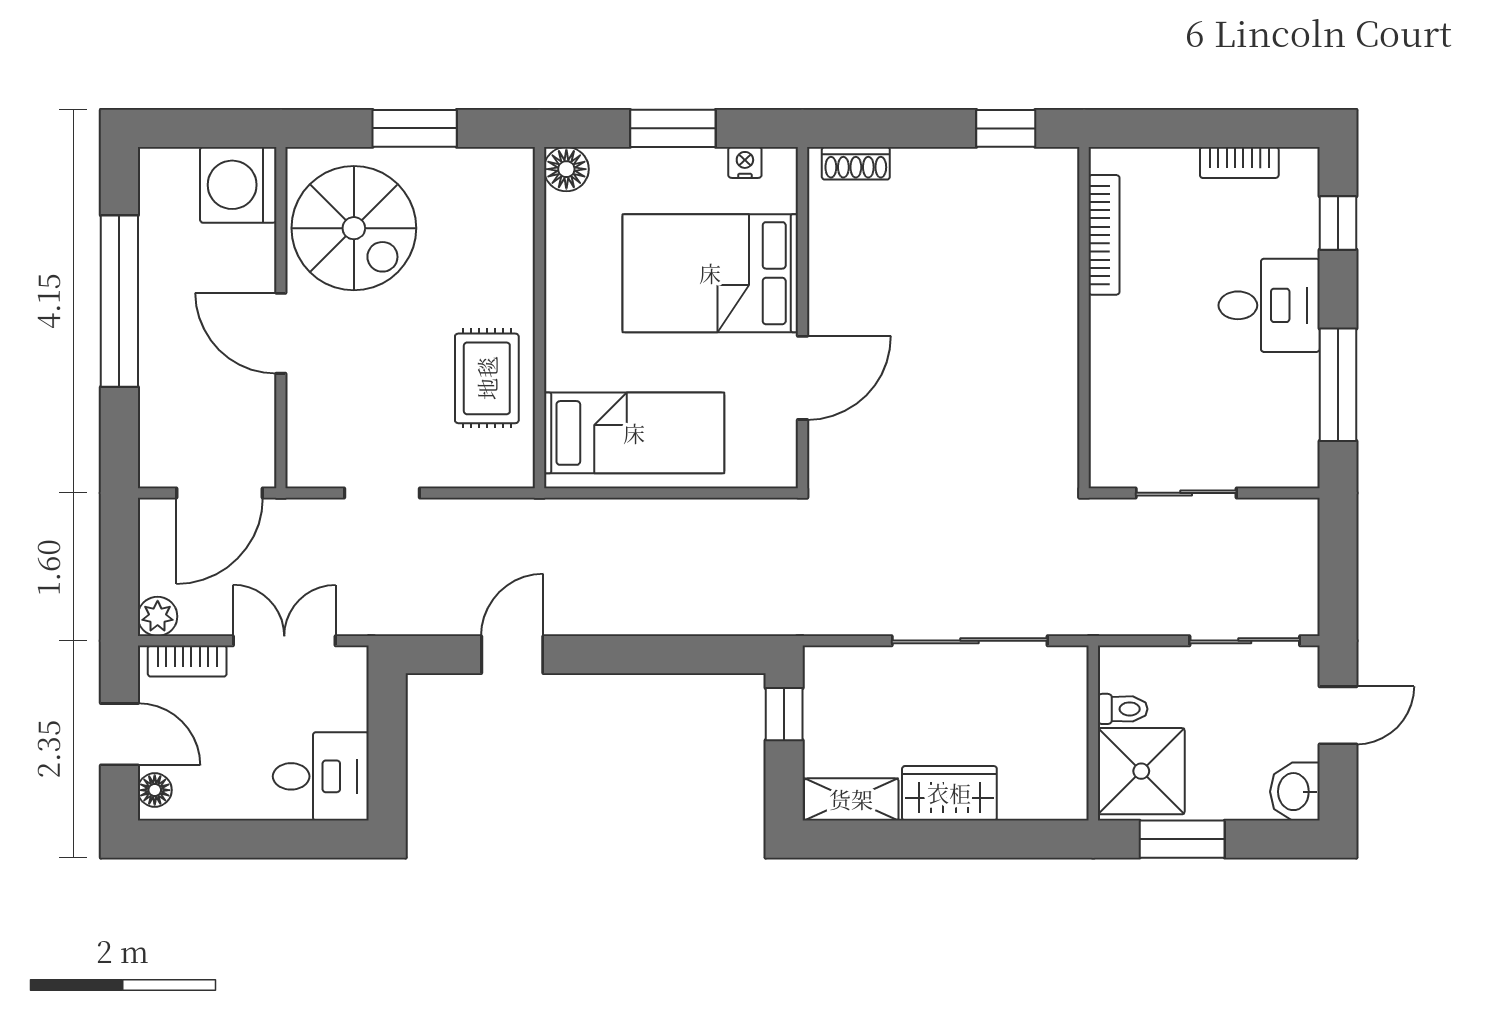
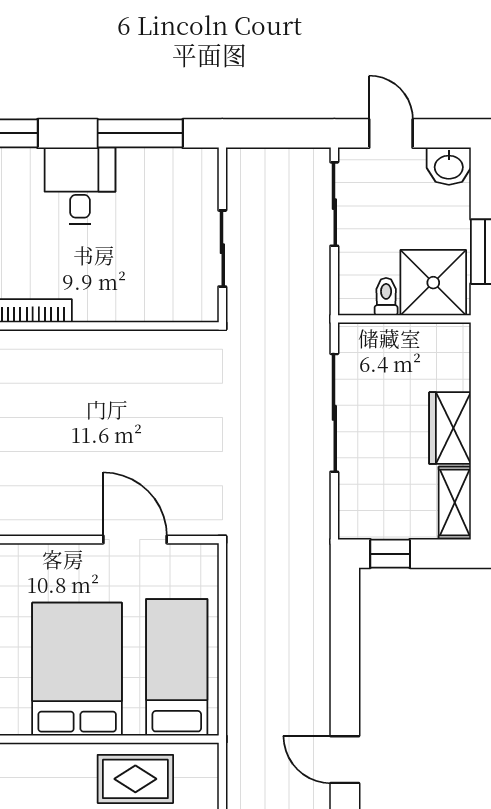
bed: (710, 273) -> (77, 669), moved, turned 180

